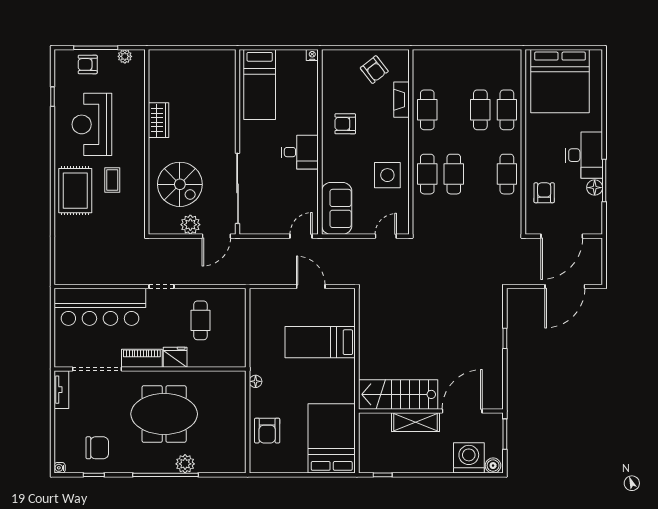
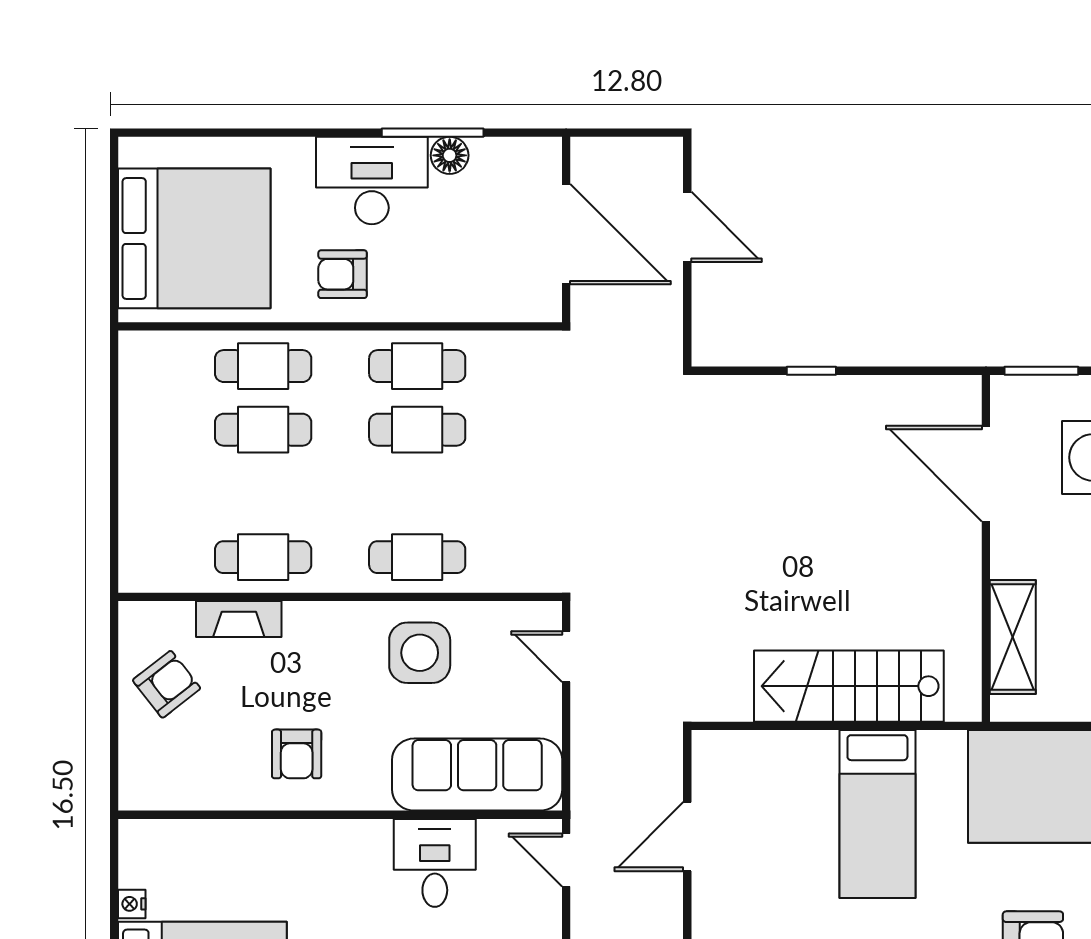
nightstand: (312, 55) -> (132, 904), moved
desk: (300, 152) -> (435, 863), moved
cafe table: (454, 174) -> (417, 430), moved
armchair: (544, 193) -> (343, 274), moved
sofa: (337, 208) -> (477, 775), width x1.36
door: (565, 287) -> (687, 227), width x0.73
bed: (320, 342) -> (877, 814), moved
stairs: (398, 394) -> (849, 686), moved, turned 90
shelving: (415, 422) -> (1013, 637), moved

